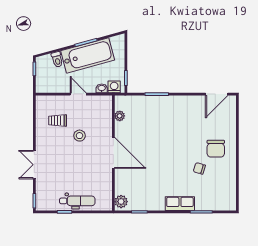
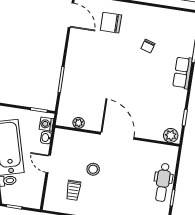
door: (78, 94) -> (48, 164), hinge flipped
chair: (216, 149) -> (111, 23), moved, turned 180
door: (113, 153) -> (117, 136), hinge flipped
dental chair: (77, 201) -> (163, 182), turned 180

